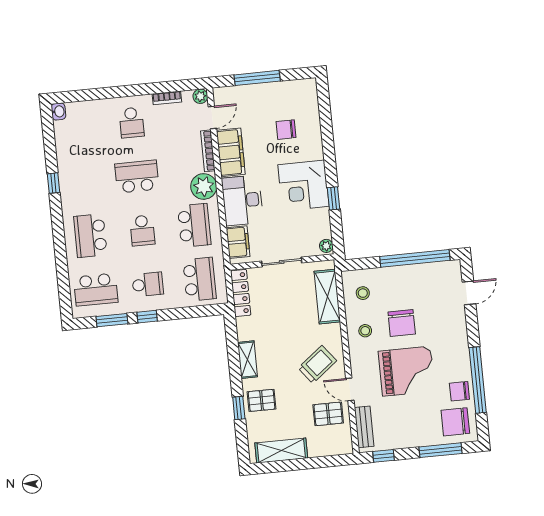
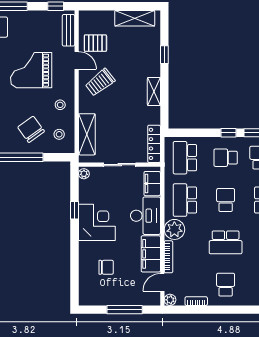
chair: (402, 323) -> (31, 129), moved, turned -36
pallet: (262, 400) -> (146, 59), removed

